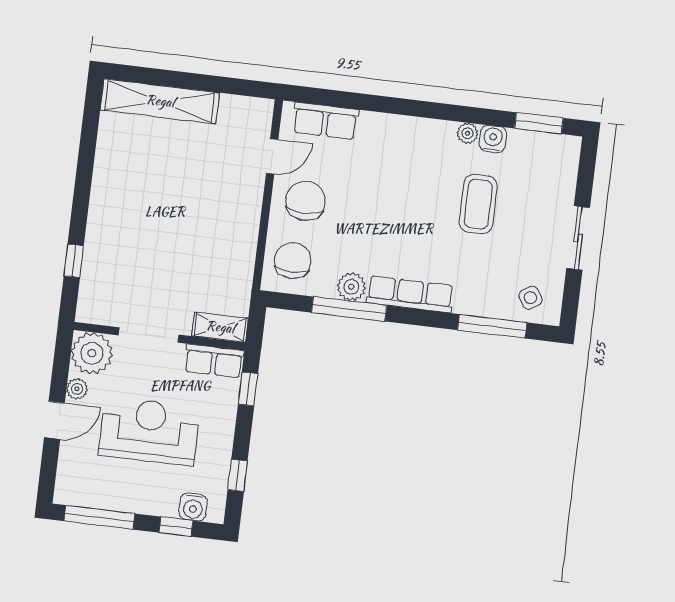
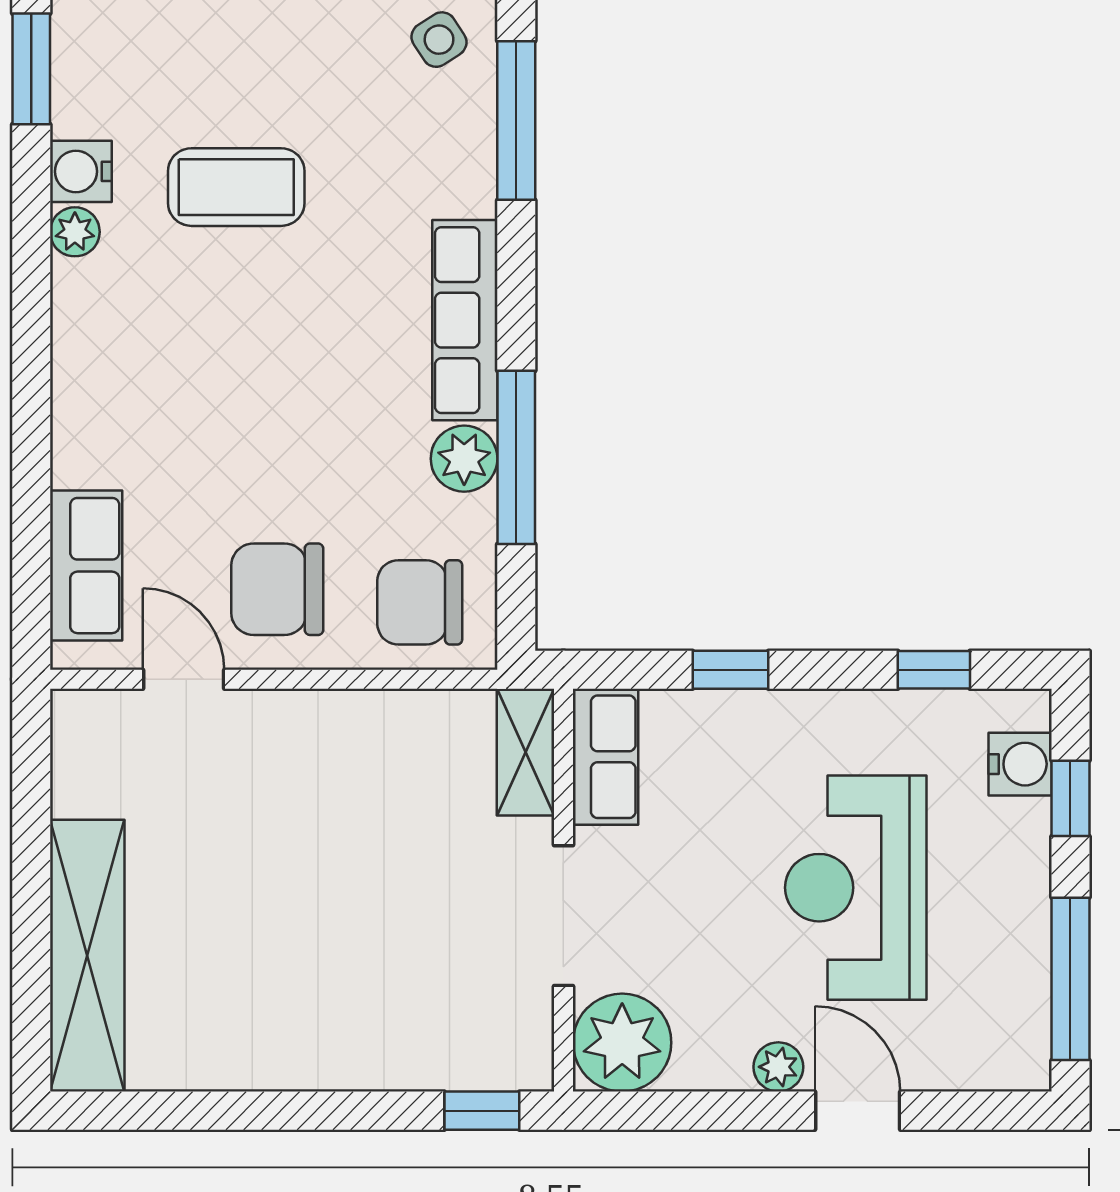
shelving: (220, 327) -> (525, 752), moved
doorway: (149, 335) -> (563, 916), moved
wall: (160, 336) -> (563, 890), moved
plant: (92, 353) -> (622, 1043), moved
row of seats: (214, 361) -> (605, 757), moved

